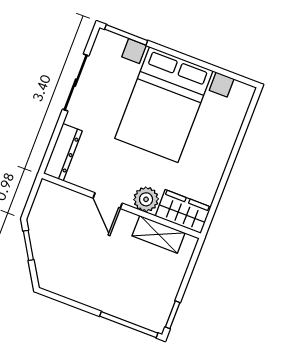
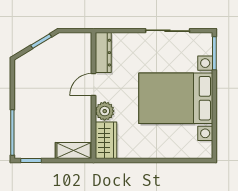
dresser: (63, 152) -> (103, 53), moved, turned -90
shelving: (159, 234) -> (74, 150), moved, turned 90

